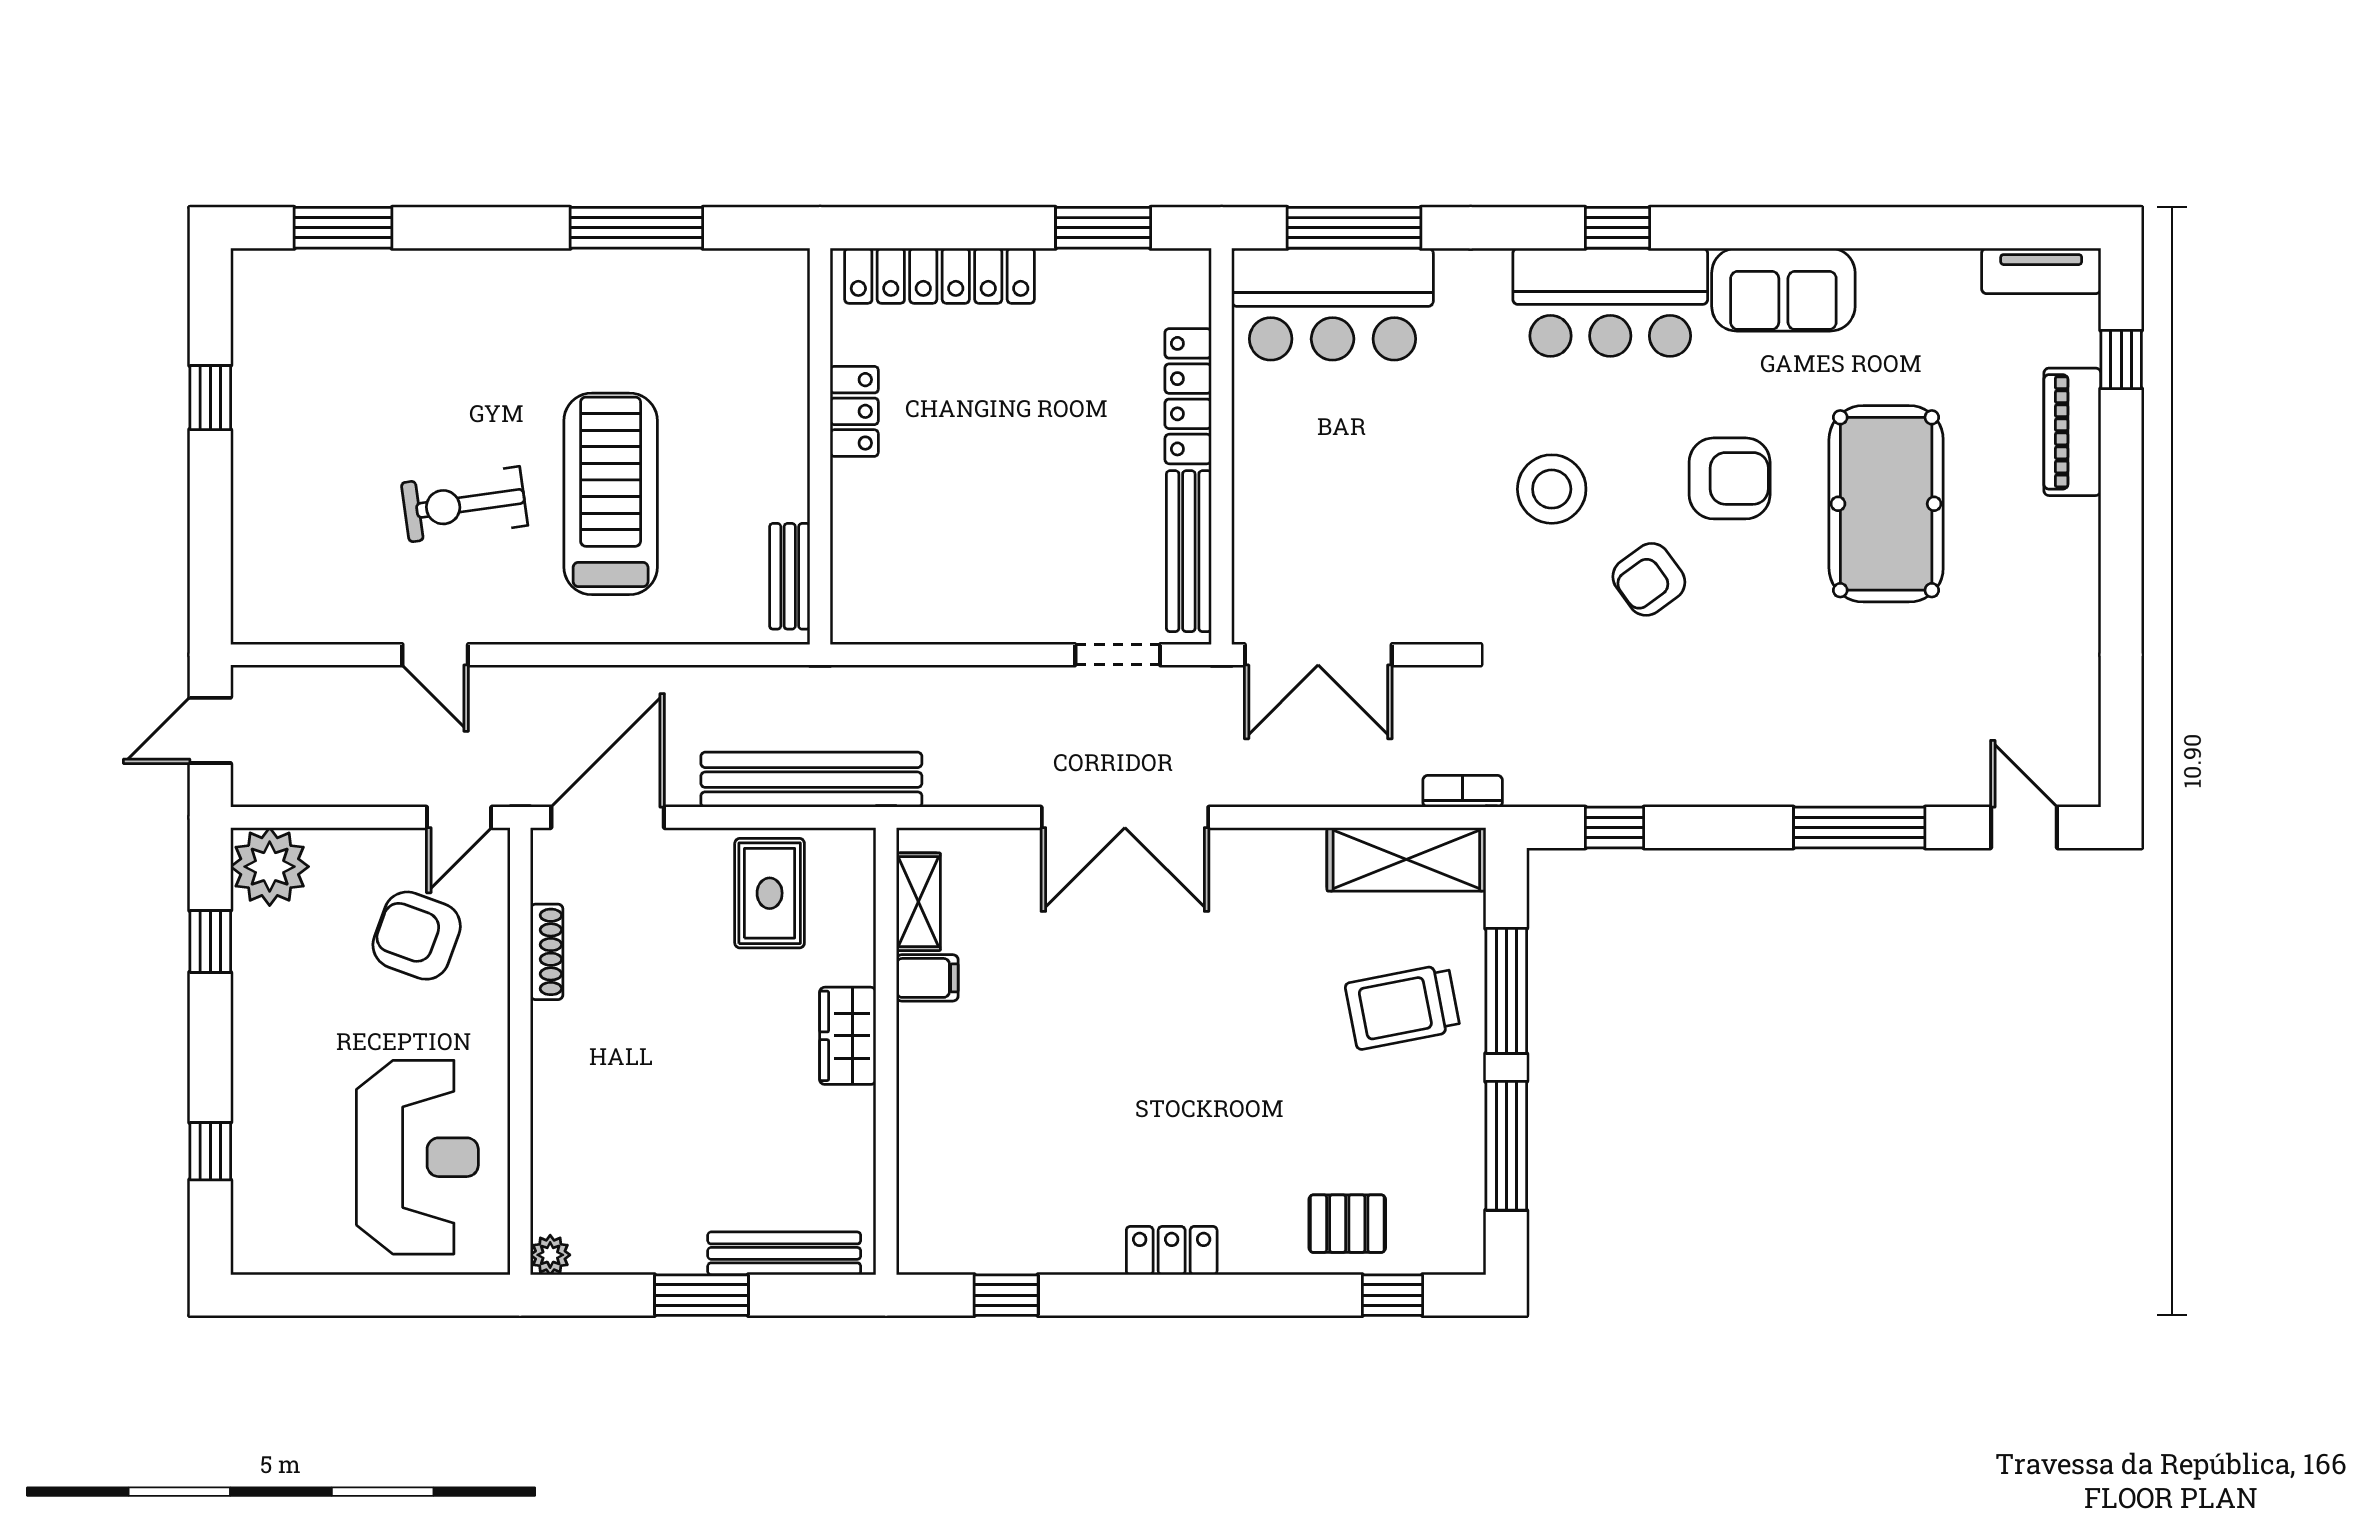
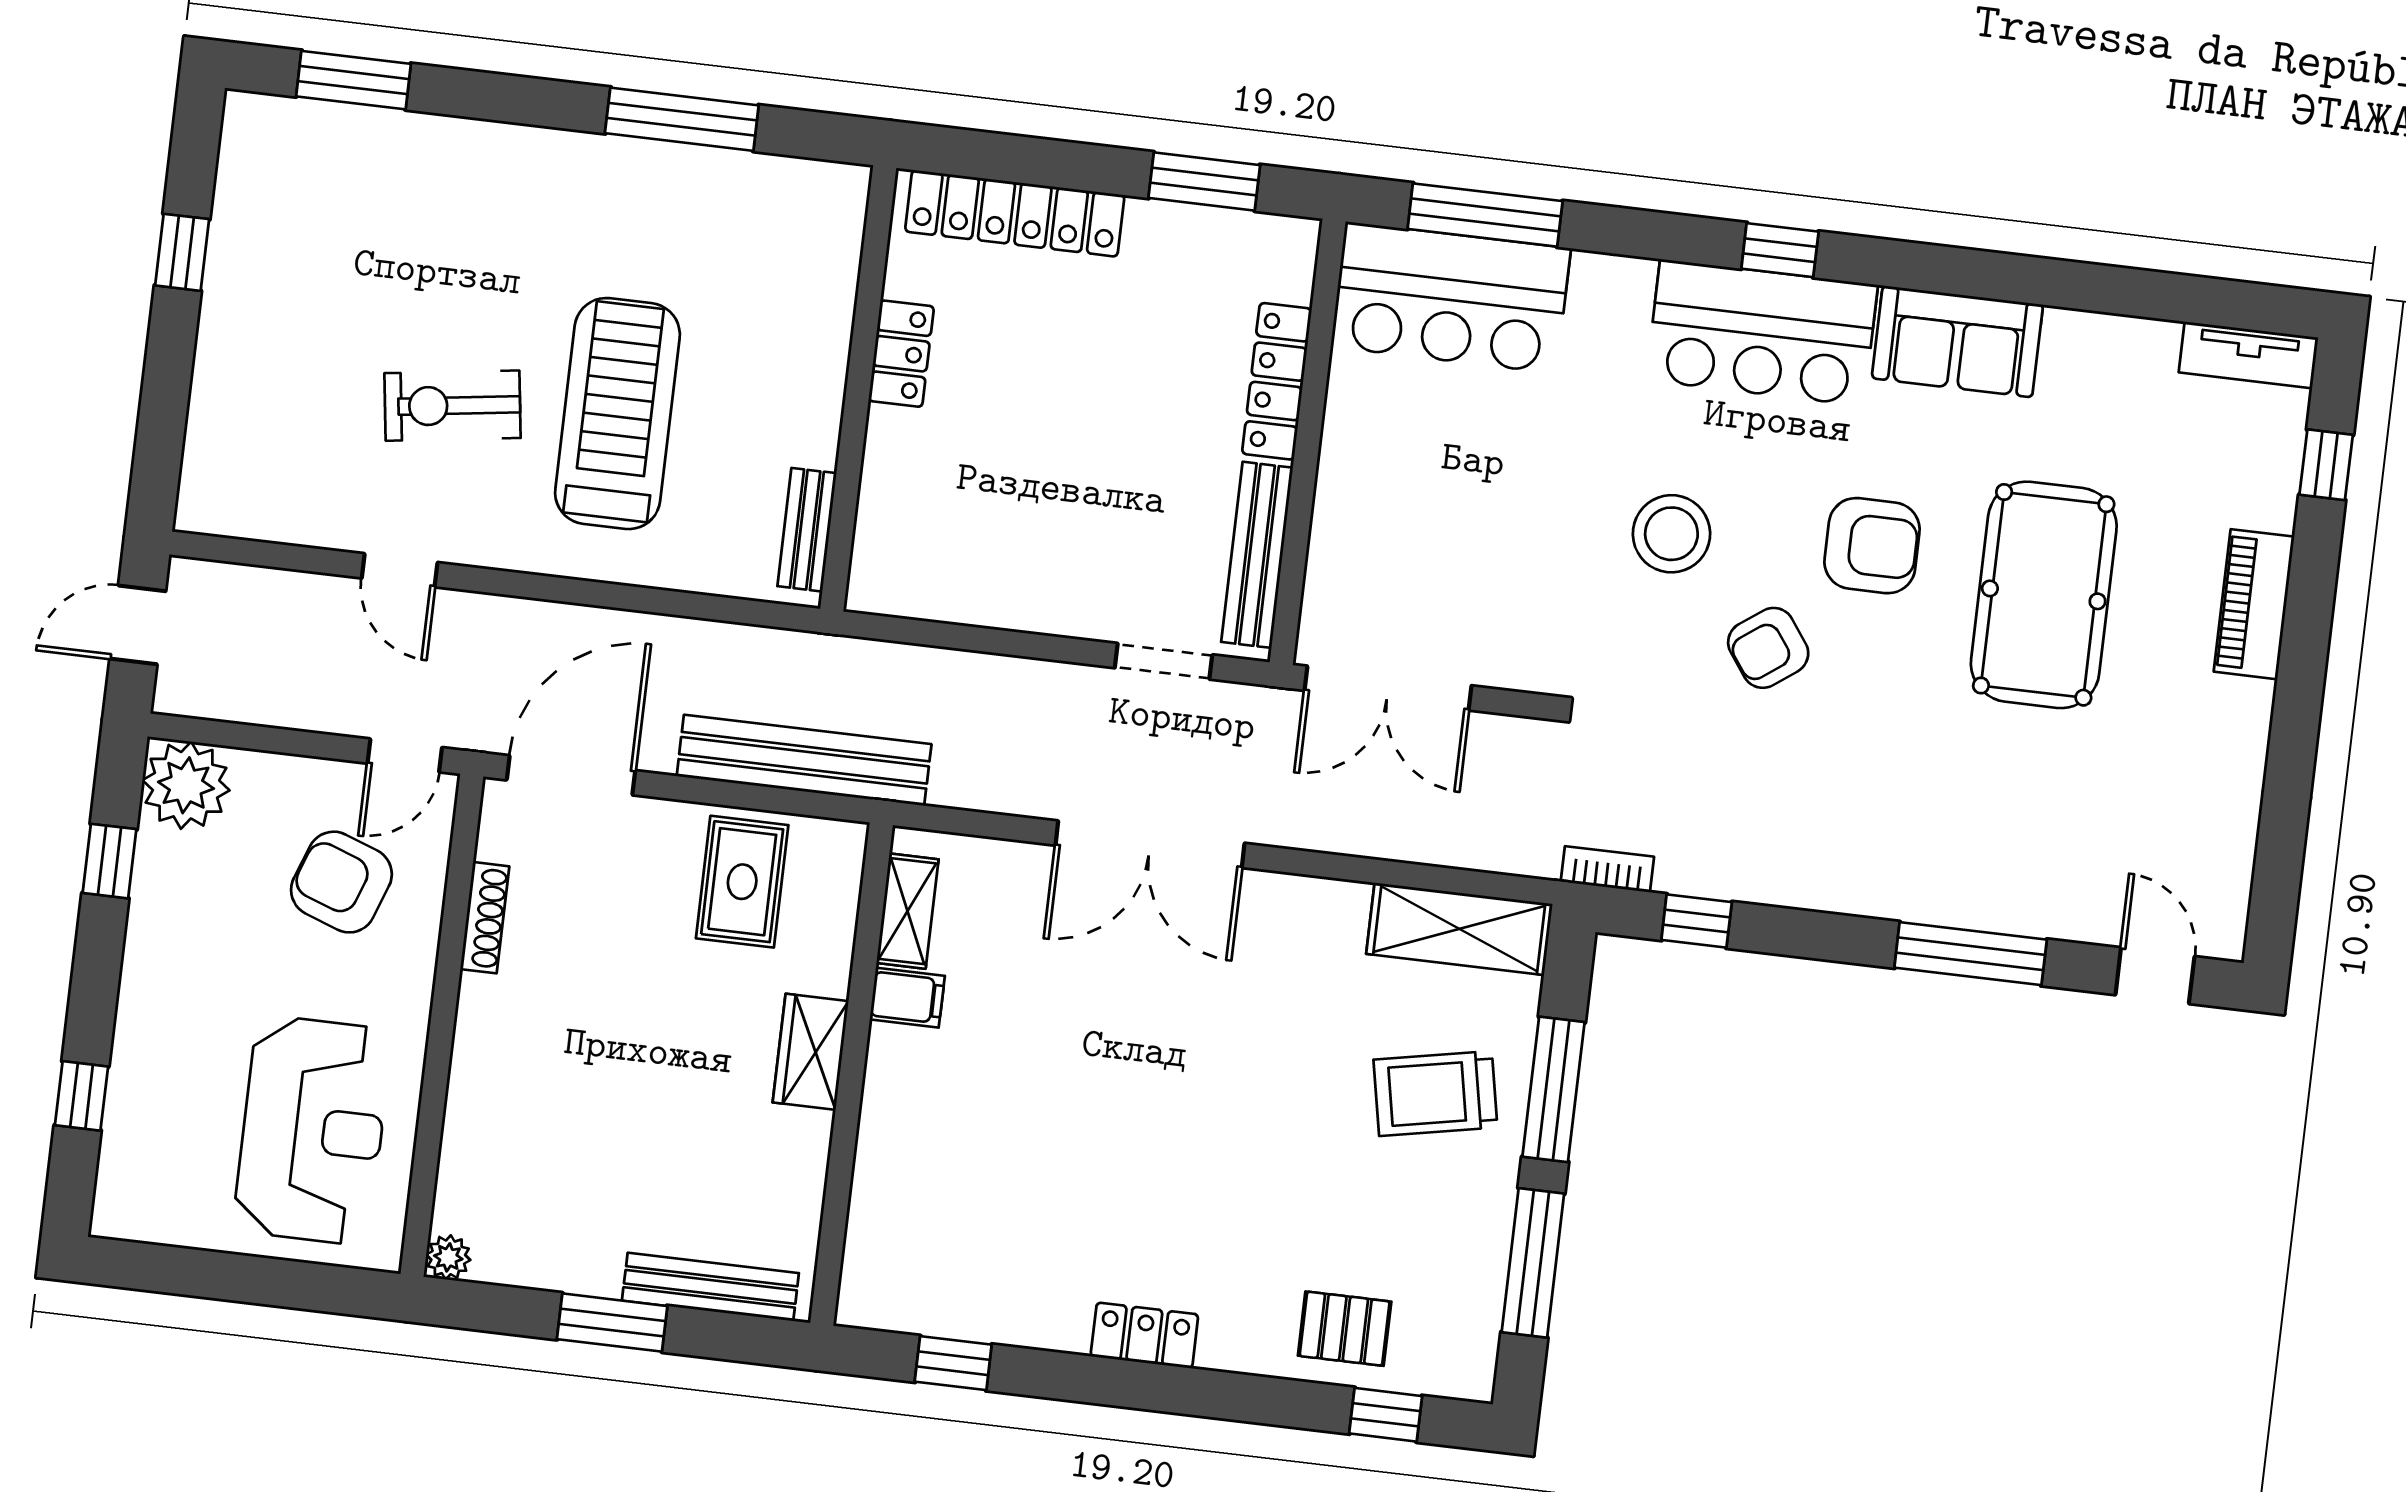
piano: (2072, 432) -> (2254, 604), moved
bookcase: (1463, 791) -> (1607, 869), moved

